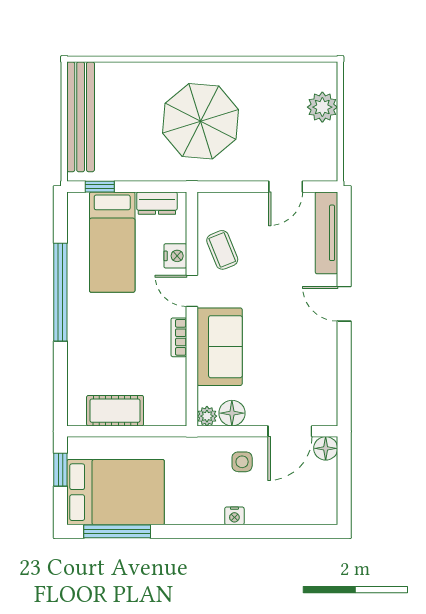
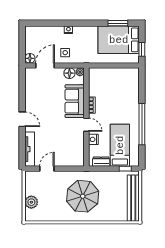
coffee table: (222, 250) -> (74, 142), removed
cot: (115, 411) -> (119, 74), removed
window: (117, 531) -> (118, 23), width x0.69

